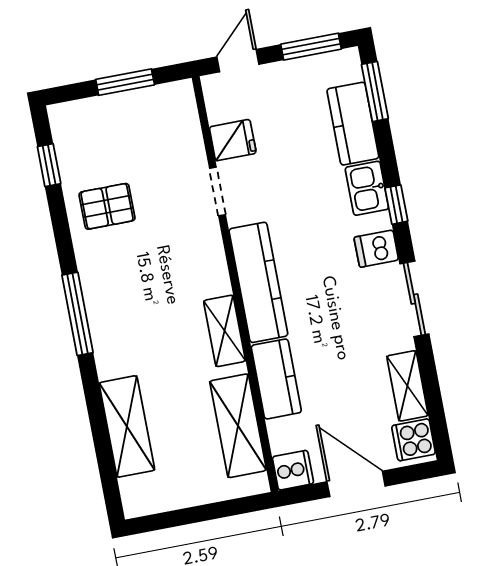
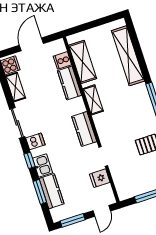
window: (375, 92) -> (40, 192), moved
kitchen counter: (258, 282) -> (84, 129), width x0.67
shelving: (127, 426) -> (128, 56), width x1.47
cooker: (293, 470) -> (62, 60), moved
door: (356, 484) -> (31, 44), swing flipped

